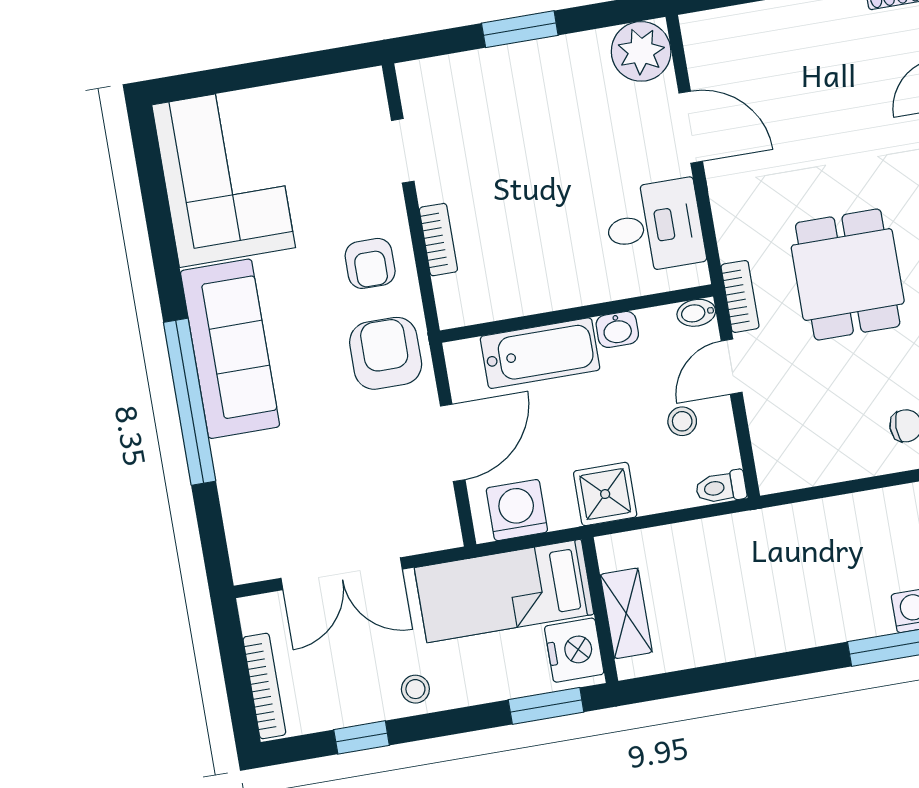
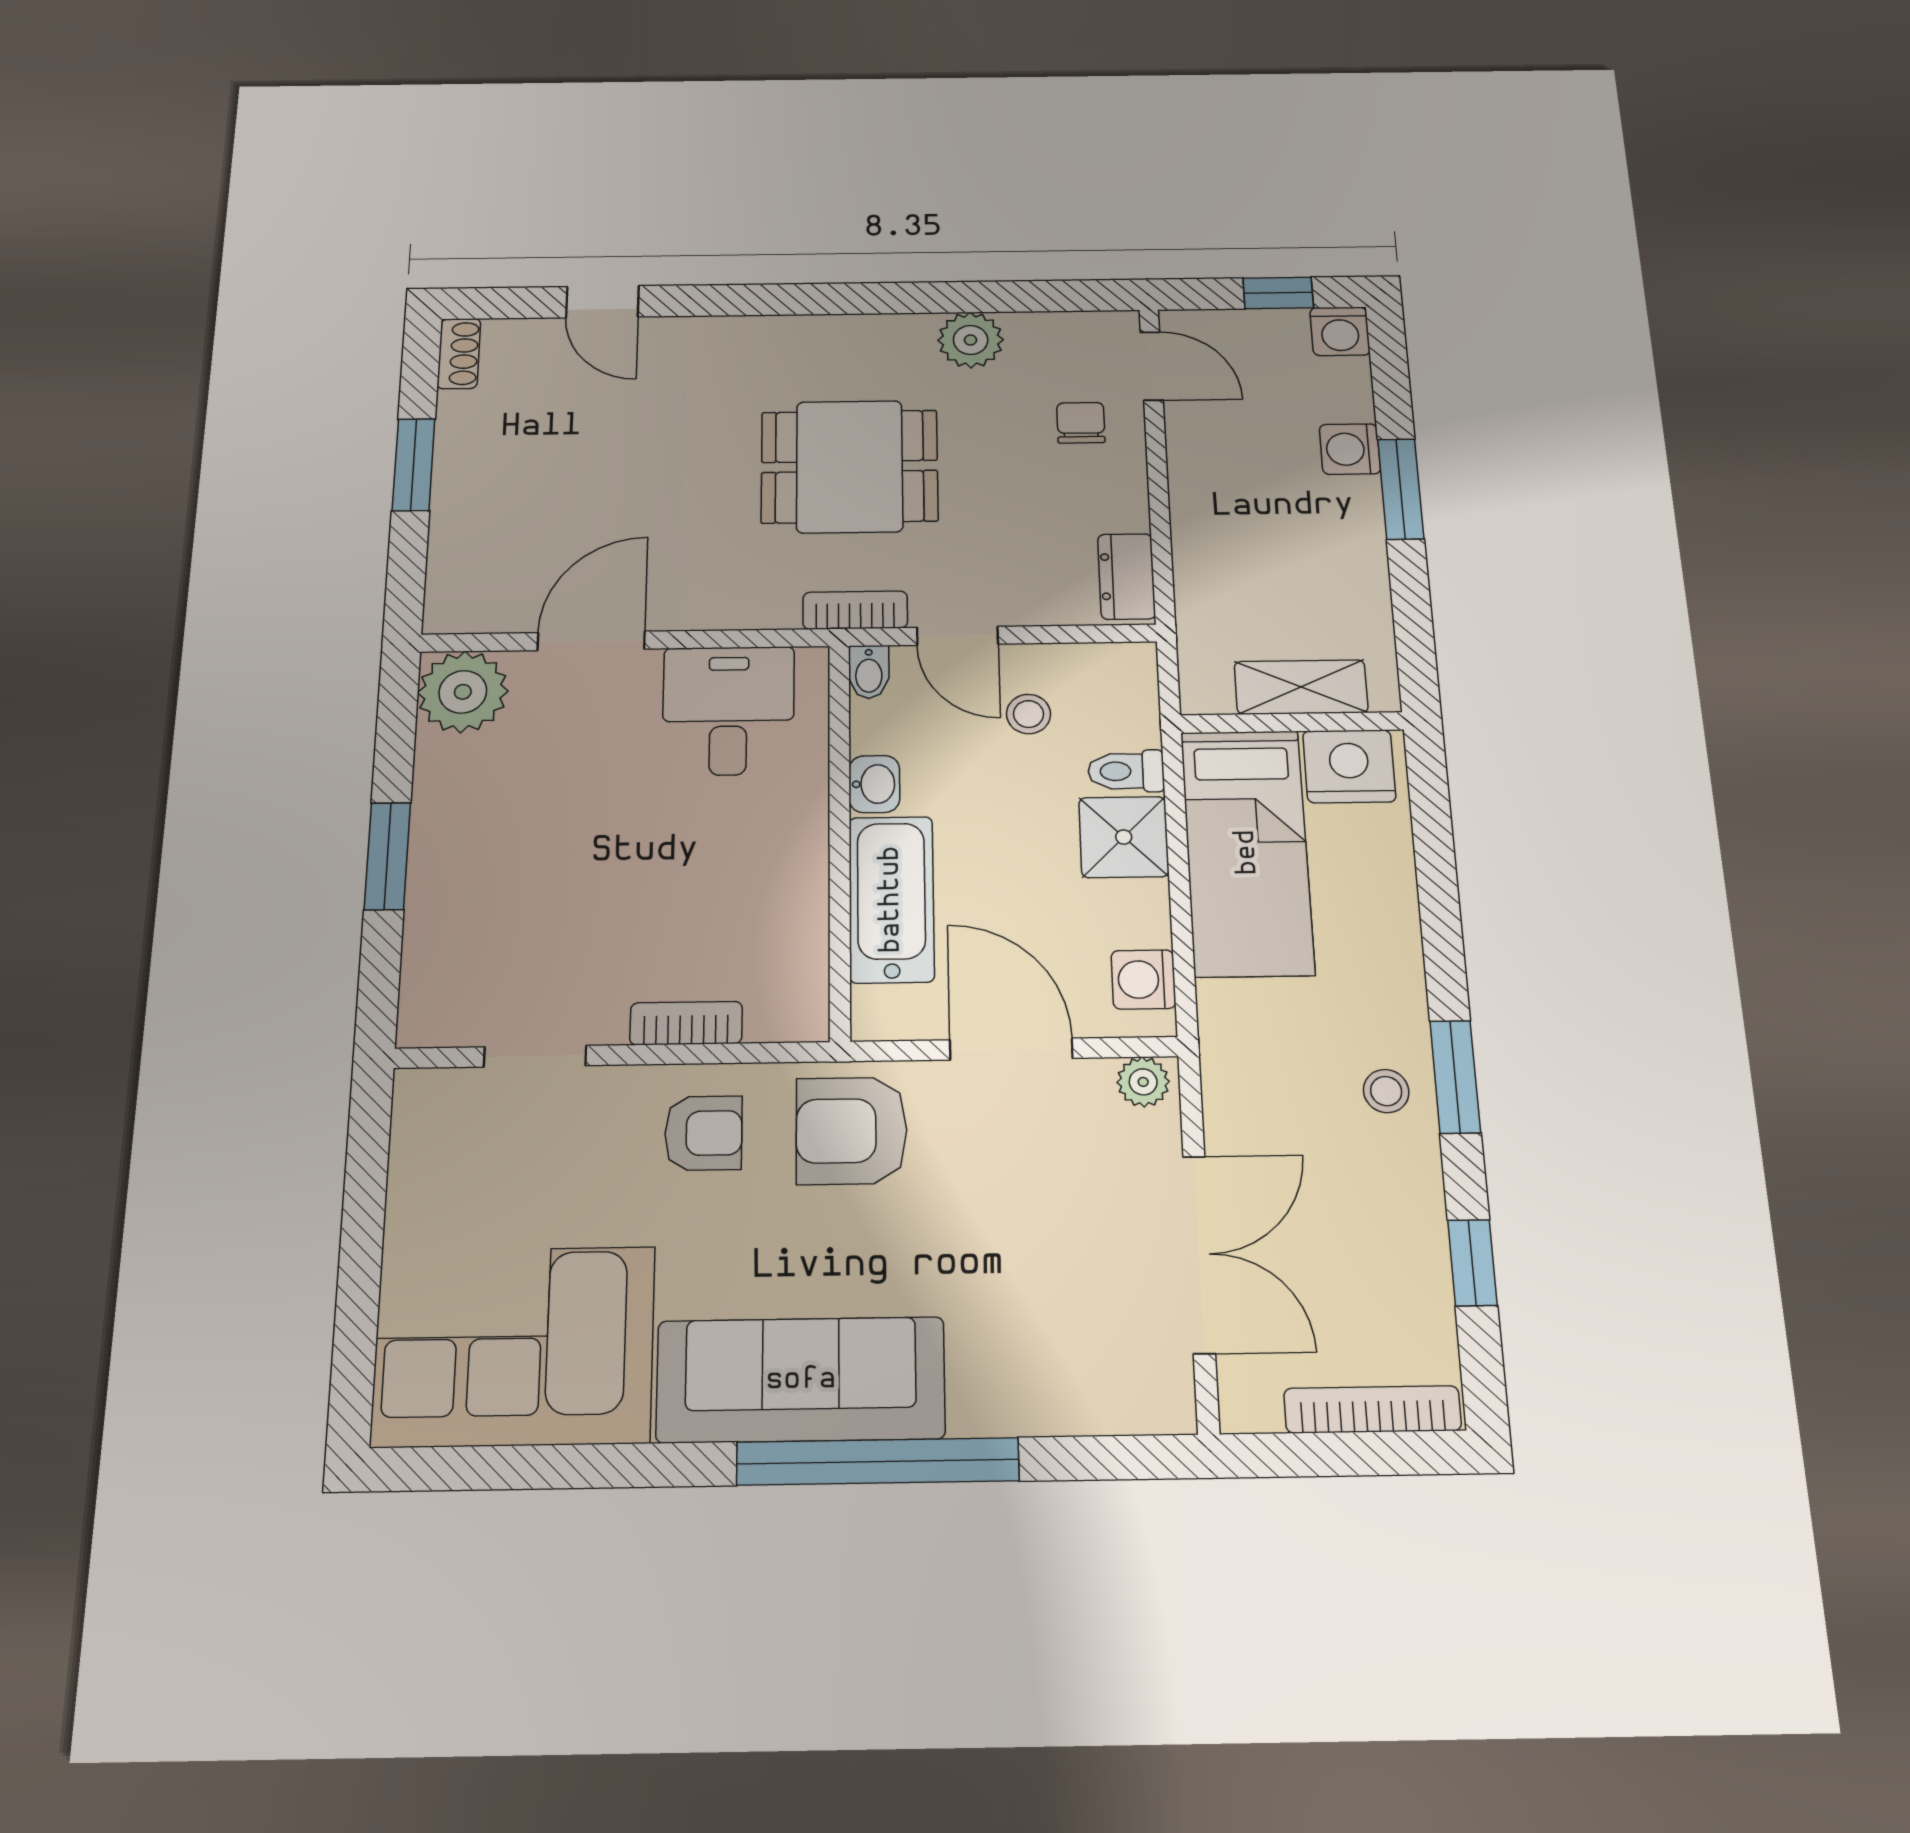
dresser: (793, 472) -> (1127, 576), added
toilet: (721, 487) -> (1126, 771), moved, turned 90
washing machine: (517, 510) -> (1143, 979), width x0.73, depth x0.73
plant: (444, 527) -> (1143, 1082), added
bed: (504, 591) -> (1247, 852), moved
wall: (600, 610) -> (1292, 722), moved
shelving: (626, 613) -> (1301, 687), moved
nightstand: (574, 650) -> (1349, 766), moved
stool: (415, 689) -> (1386, 1091), moved
window: (546, 706) -> (1455, 1077), moved

